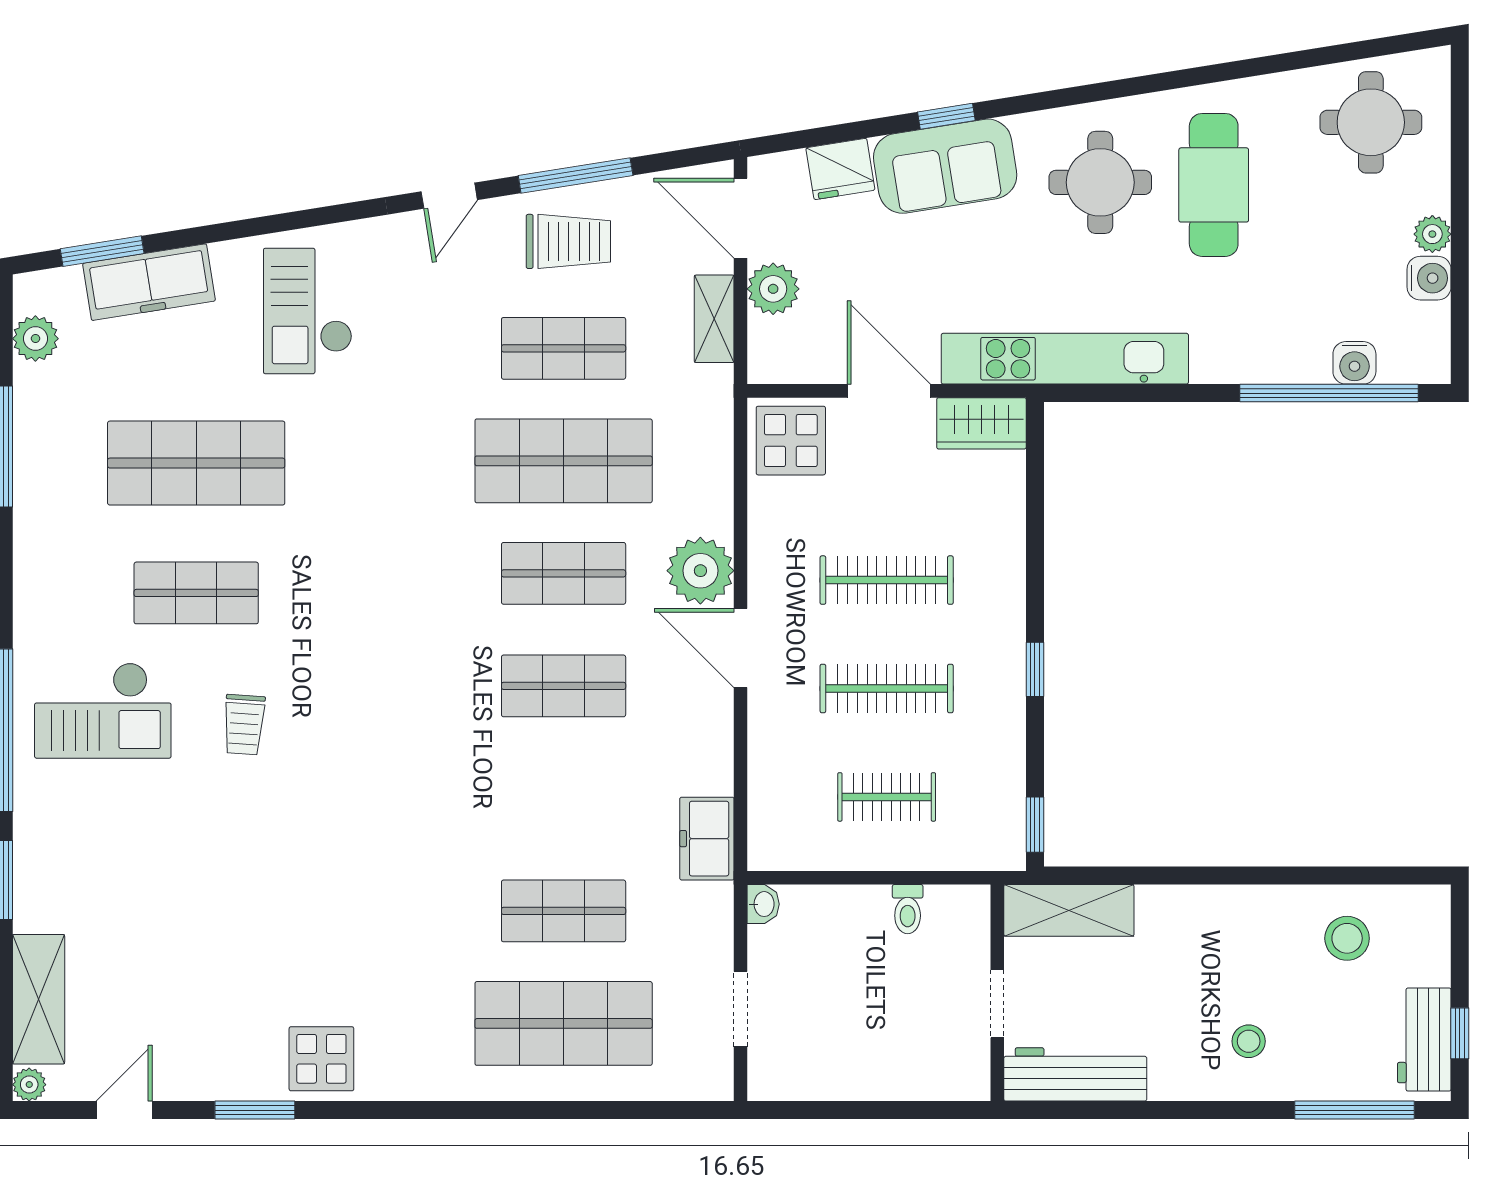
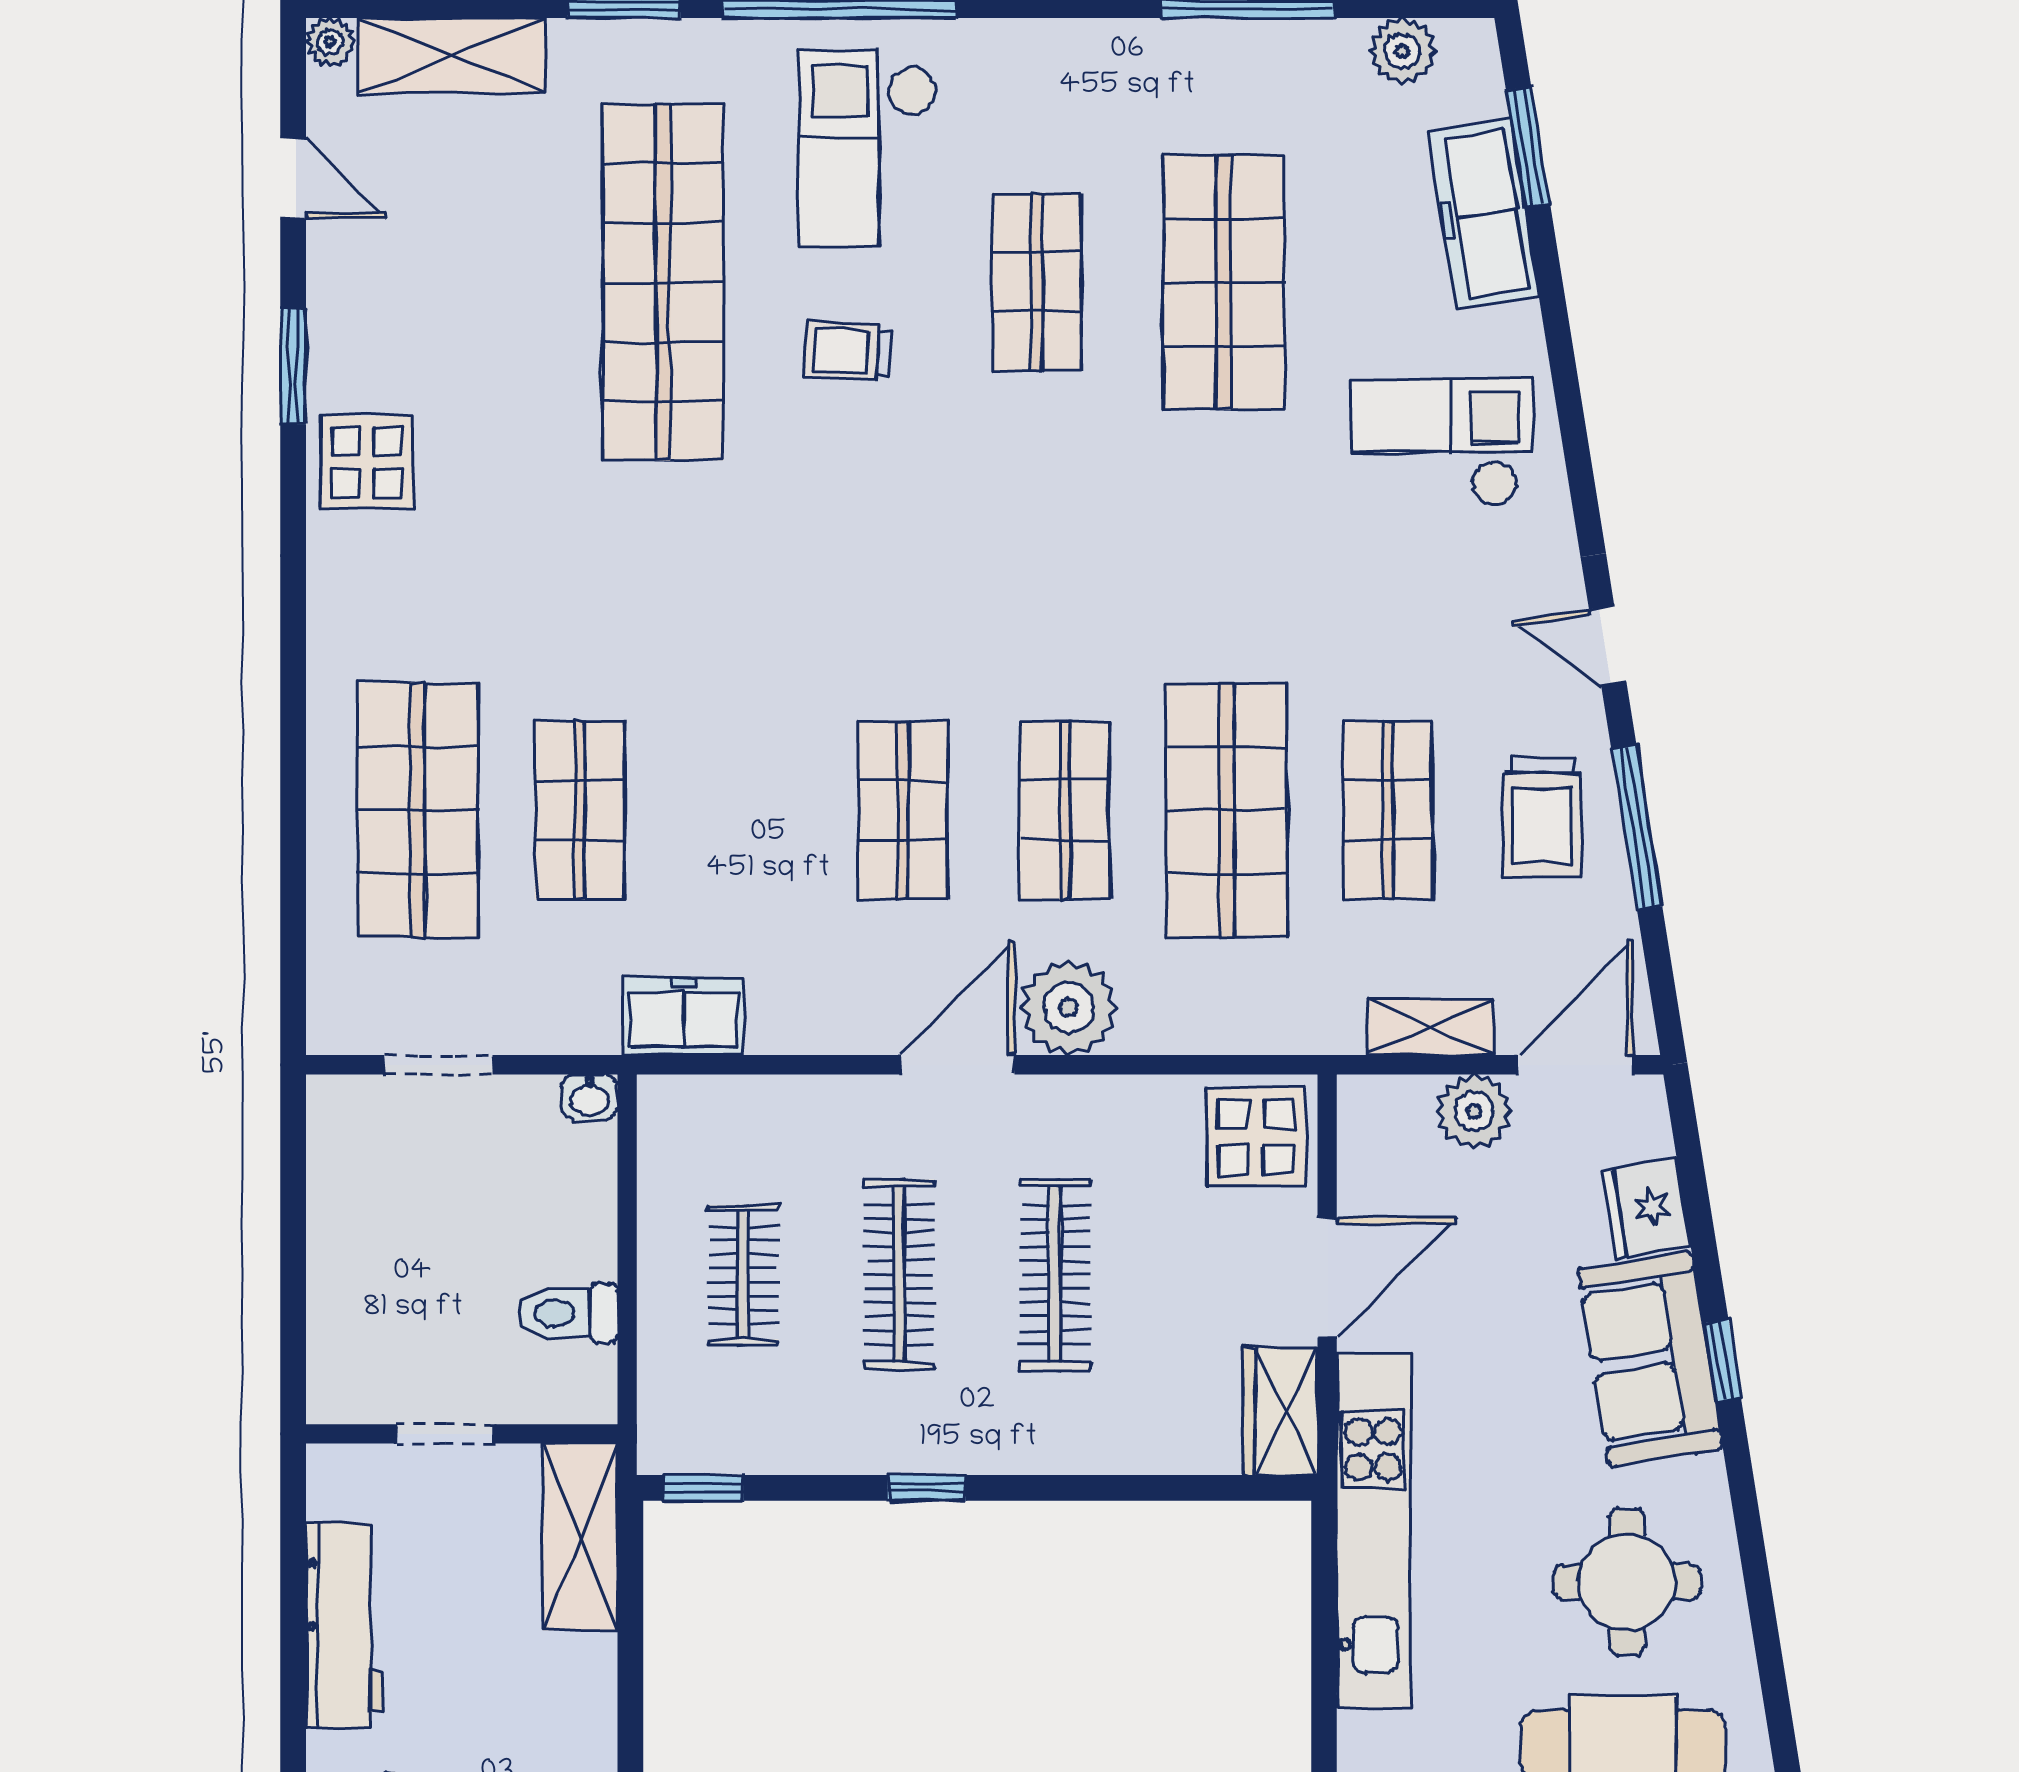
shop shelf: (196, 853) -> (663, 282), added
toilet: (908, 909) -> (568, 1313), width x1.37, depth x1.39
workbench: (1075, 1074) -> (344, 1626), moved

